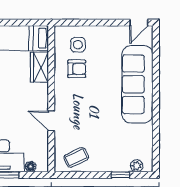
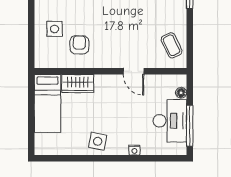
side table: (78, 45) -> (55, 29), moved
door: (51, 121) -> (134, 71), hinge flipped

